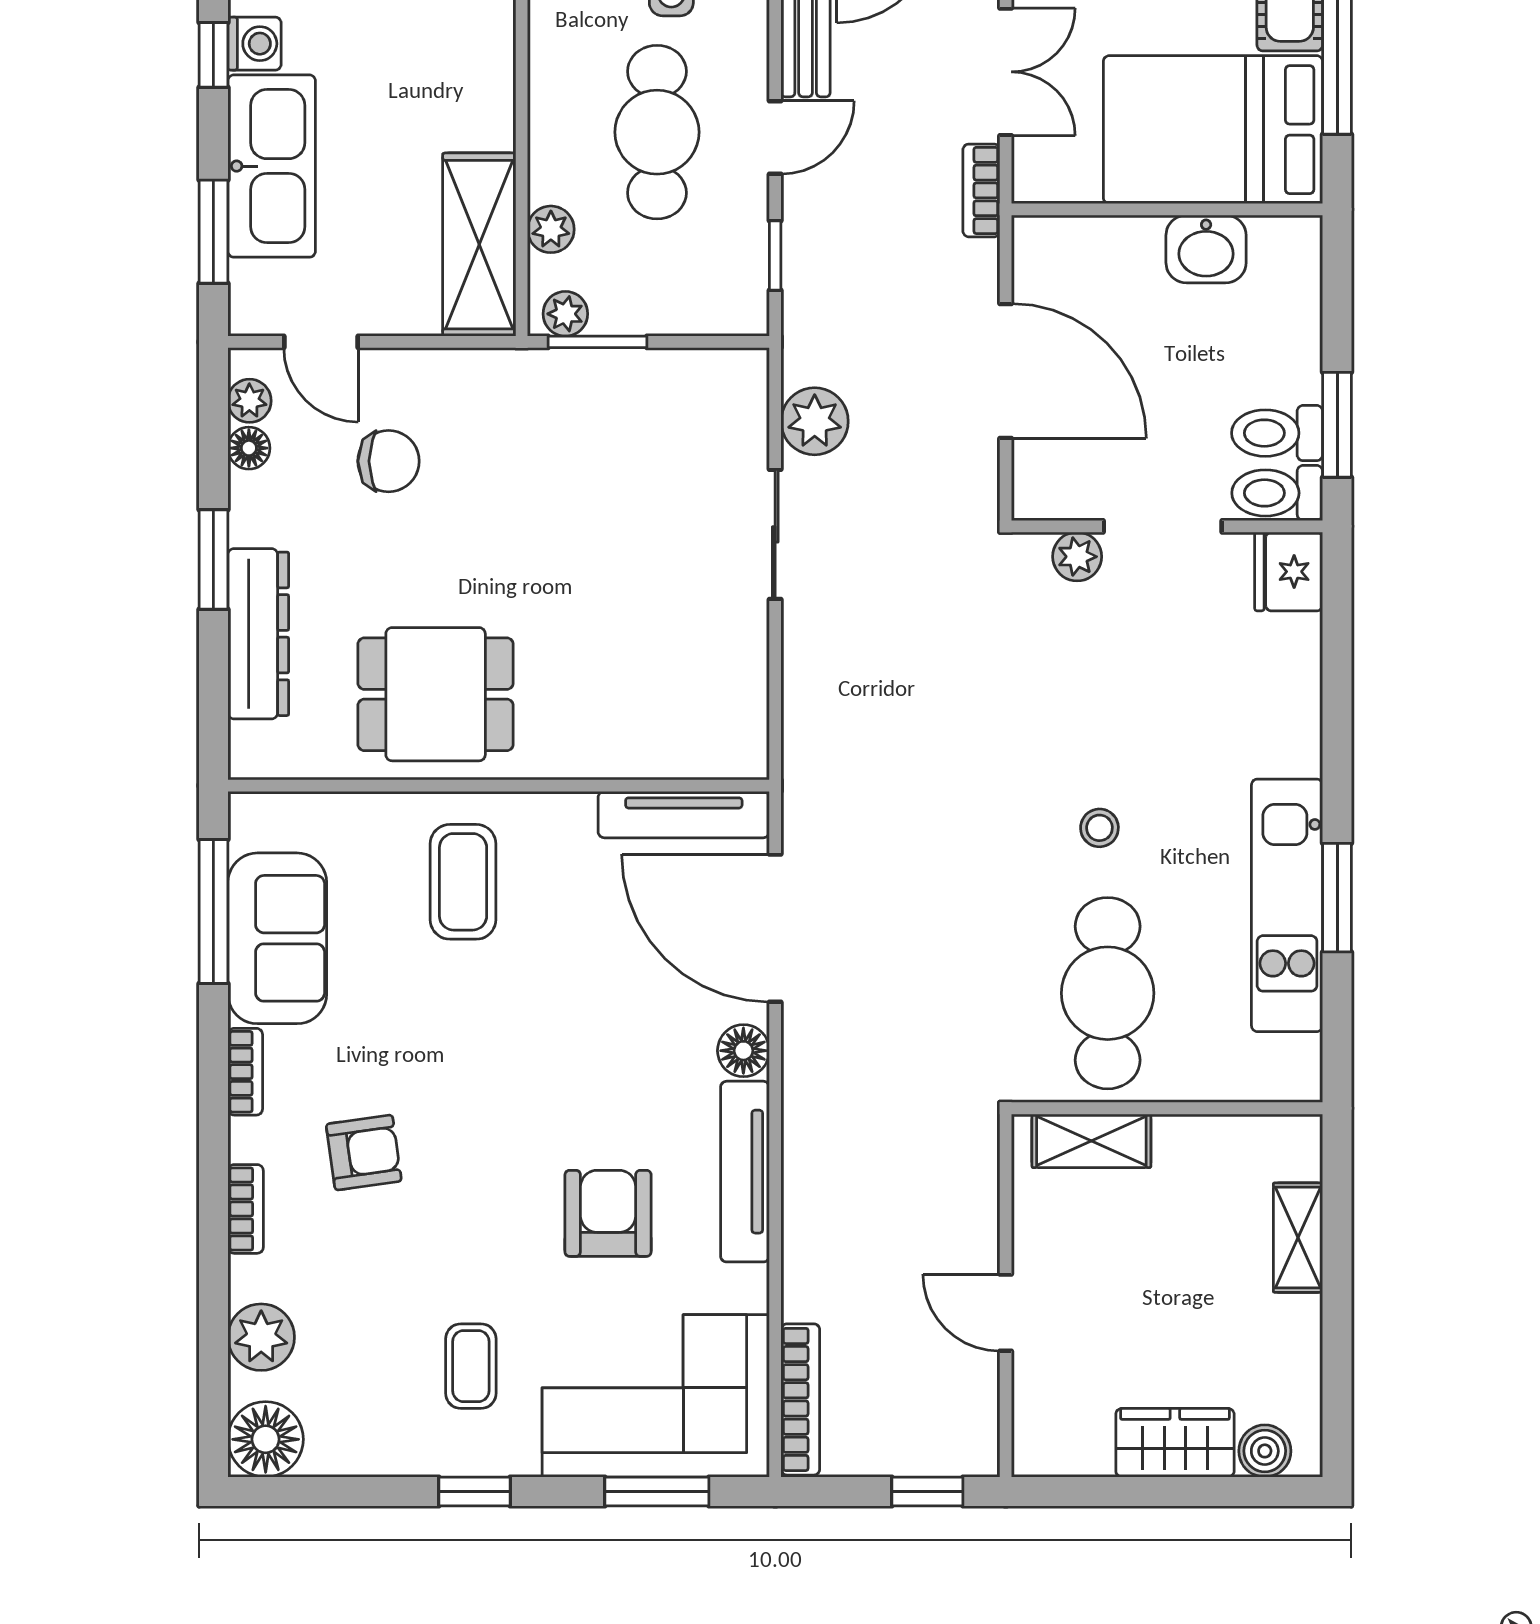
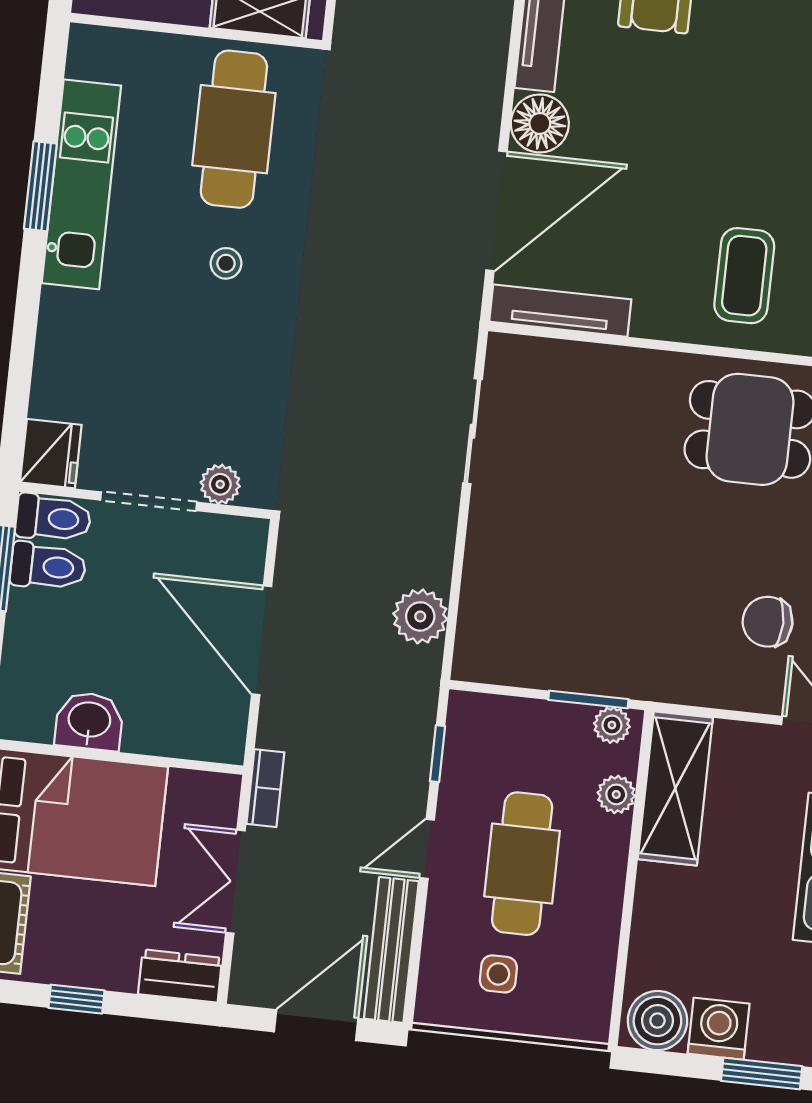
sliding door: (775, 534) -> (472, 431), moved
door: (775, 928) -> (496, 211), hinge flipped
floor lamp: (743, 1051) -> (540, 123), width x1.38, depth x1.38

